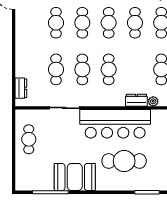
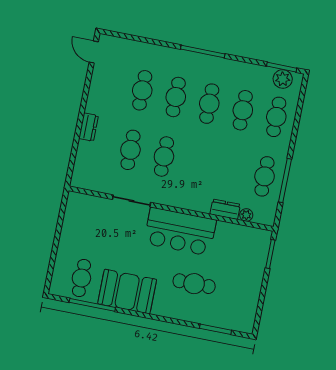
cafe table: (109, 69) -> (197, 163), removed
dresser: (21, 88) -> (89, 127), moved
bar counter: (115, 124) -> (180, 232), width x0.73
cafe table: (29, 139) -> (81, 278), moved
cafe table: (124, 161) -> (194, 284), width x0.73, depth x0.74

